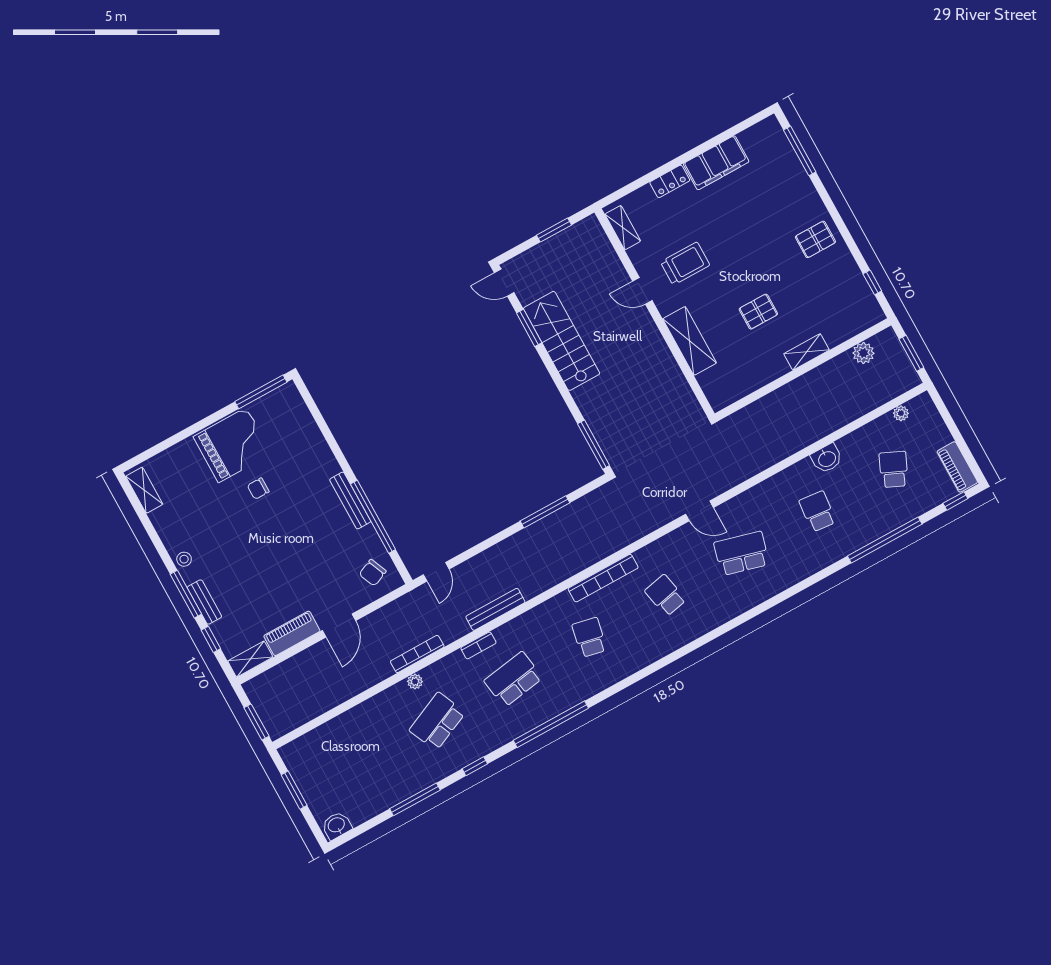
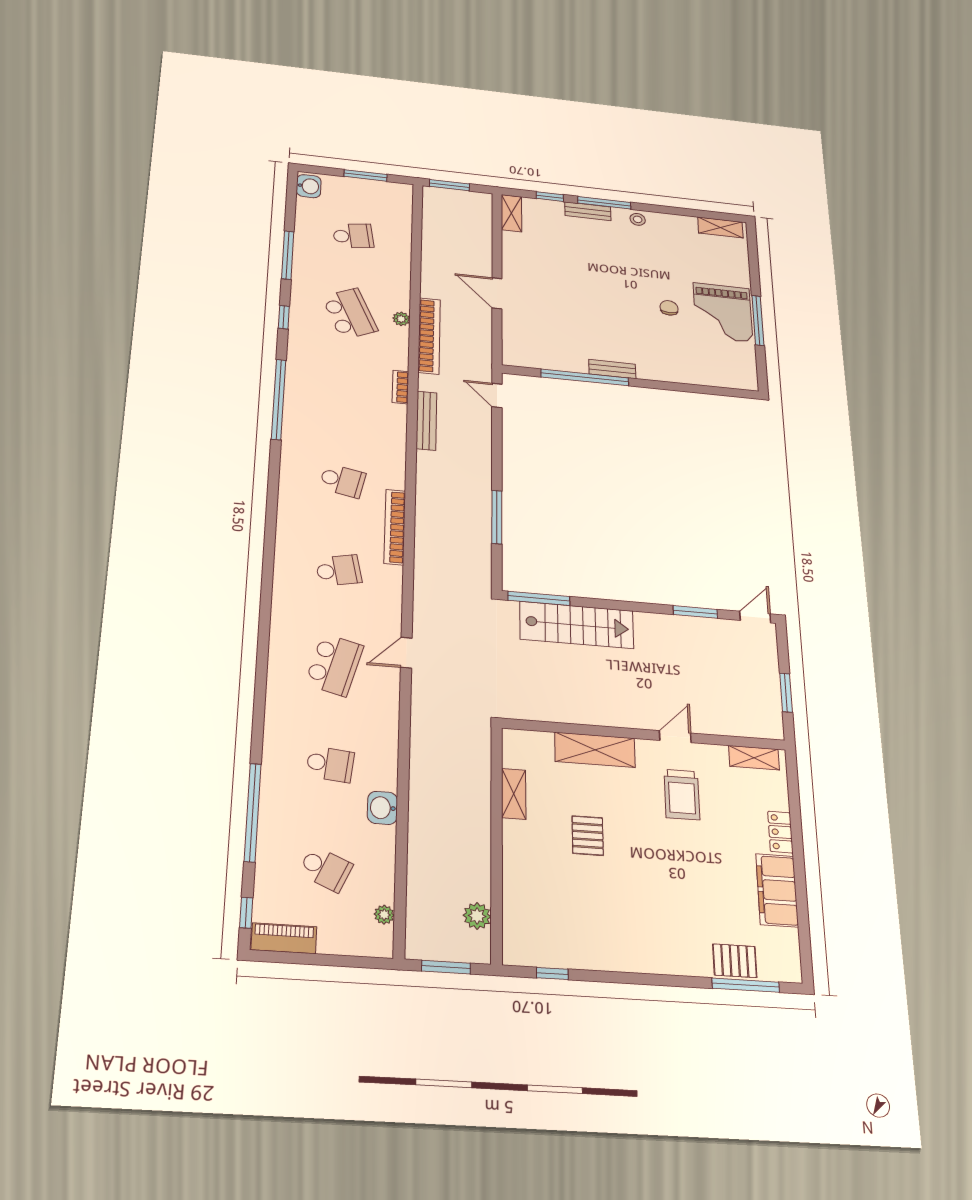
pallet: (815, 239) -> (735, 961), moved, turned 90
stairs: (562, 341) -> (577, 625), moved
shelving: (806, 352) -> (514, 794), moved
window: (261, 392) -> (758, 320), moved
bench: (350, 501) -> (612, 369), width x0.73
chair: (373, 573) -> (530, 347), removed
piano: (292, 633) -> (514, 256), removed
bookcase: (417, 654) -> (429, 336), width x1.48, depth x1.31
school desk: (513, 679) -> (353, 236), moved, width x0.54

